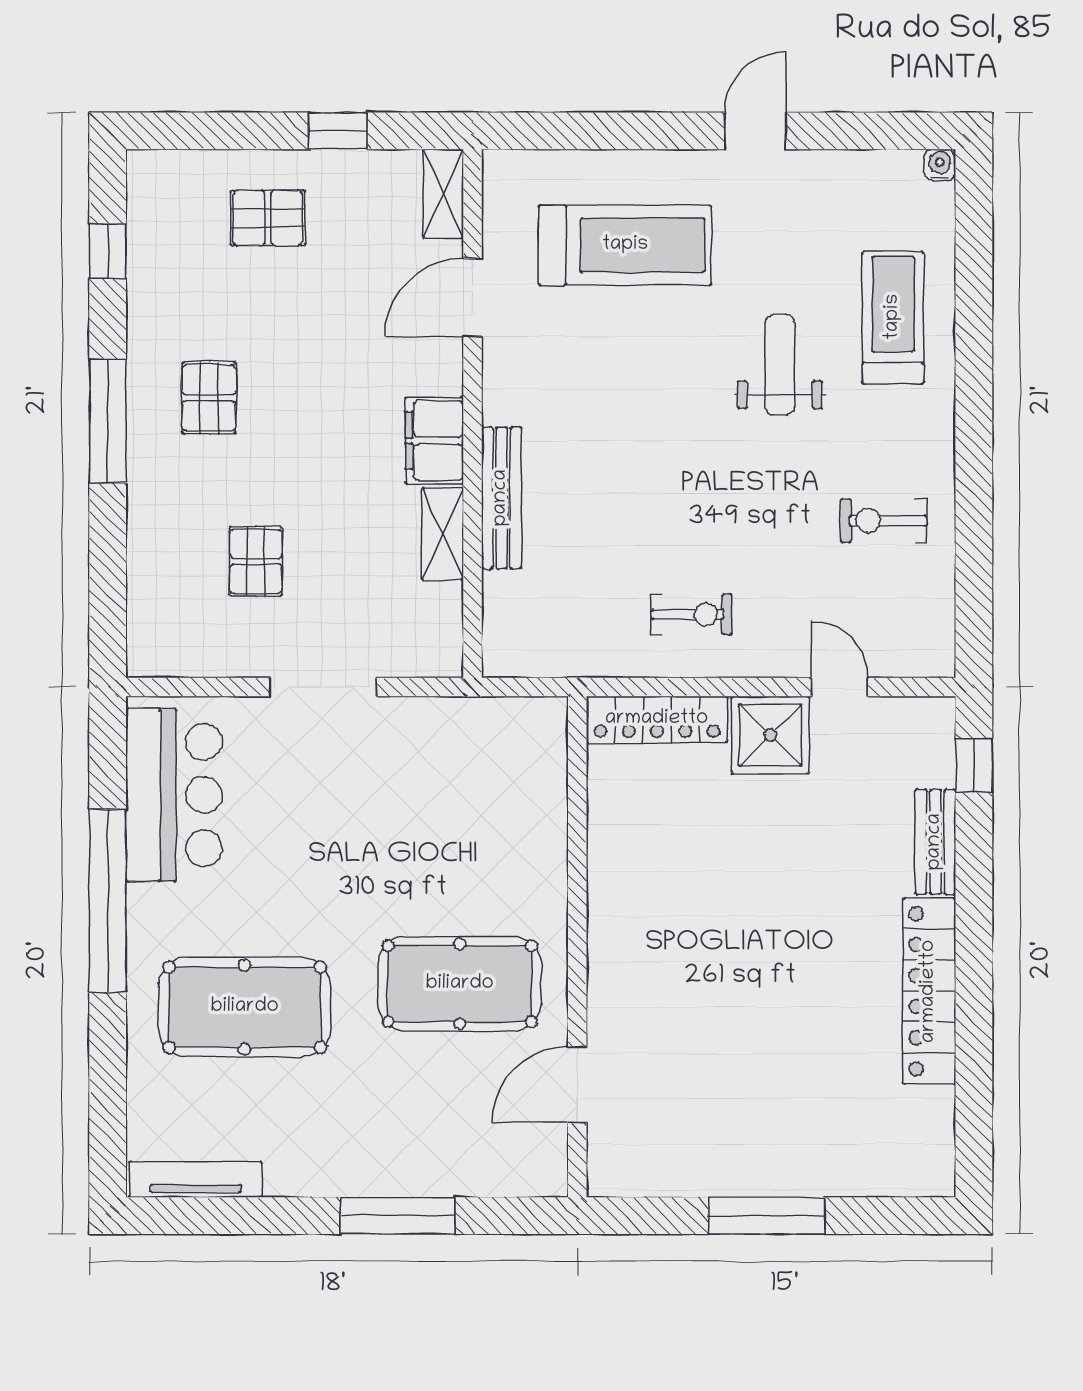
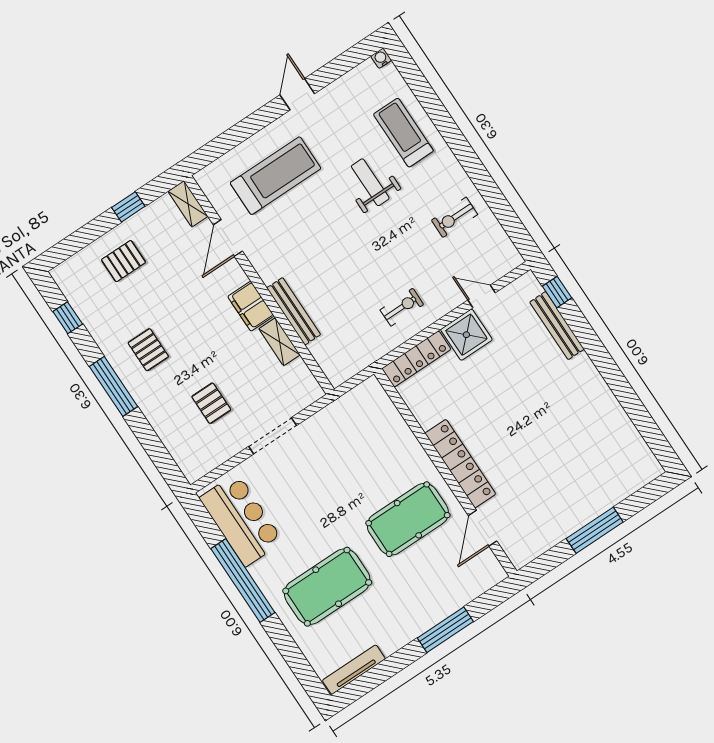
bench: (935, 842) -> (557, 326), width x1.36
locker: (929, 991) -> (460, 464), moved, turned 180

